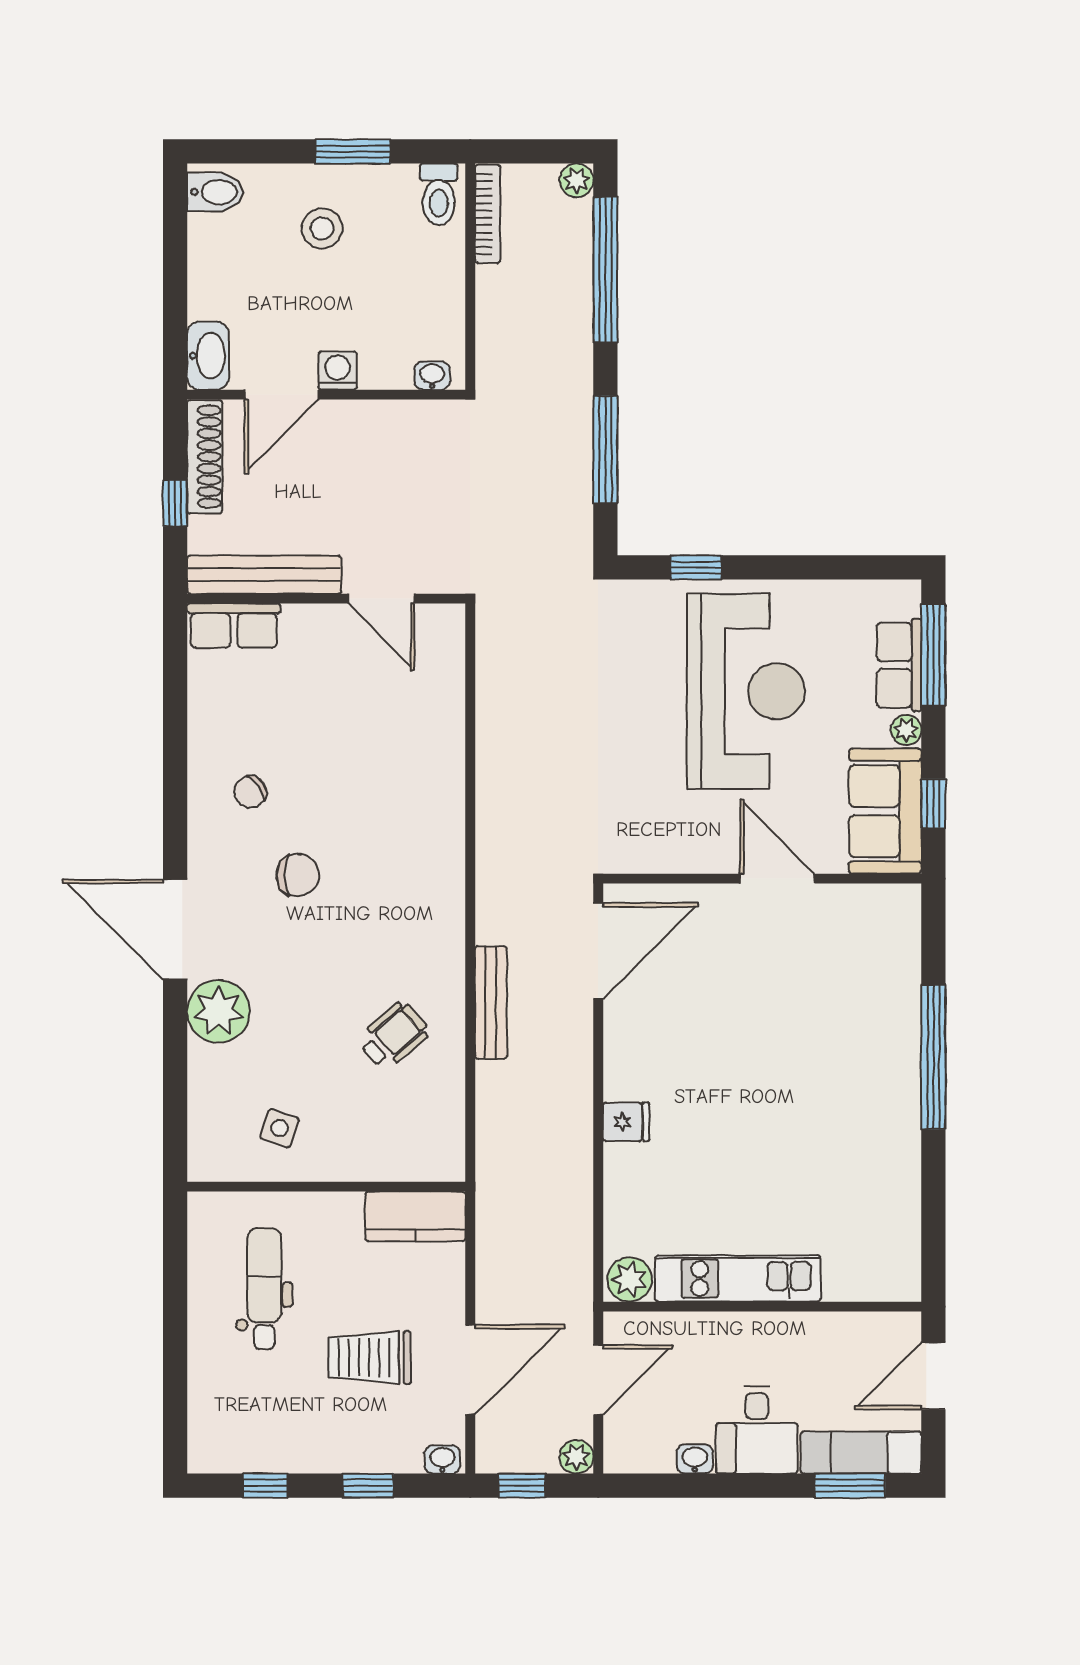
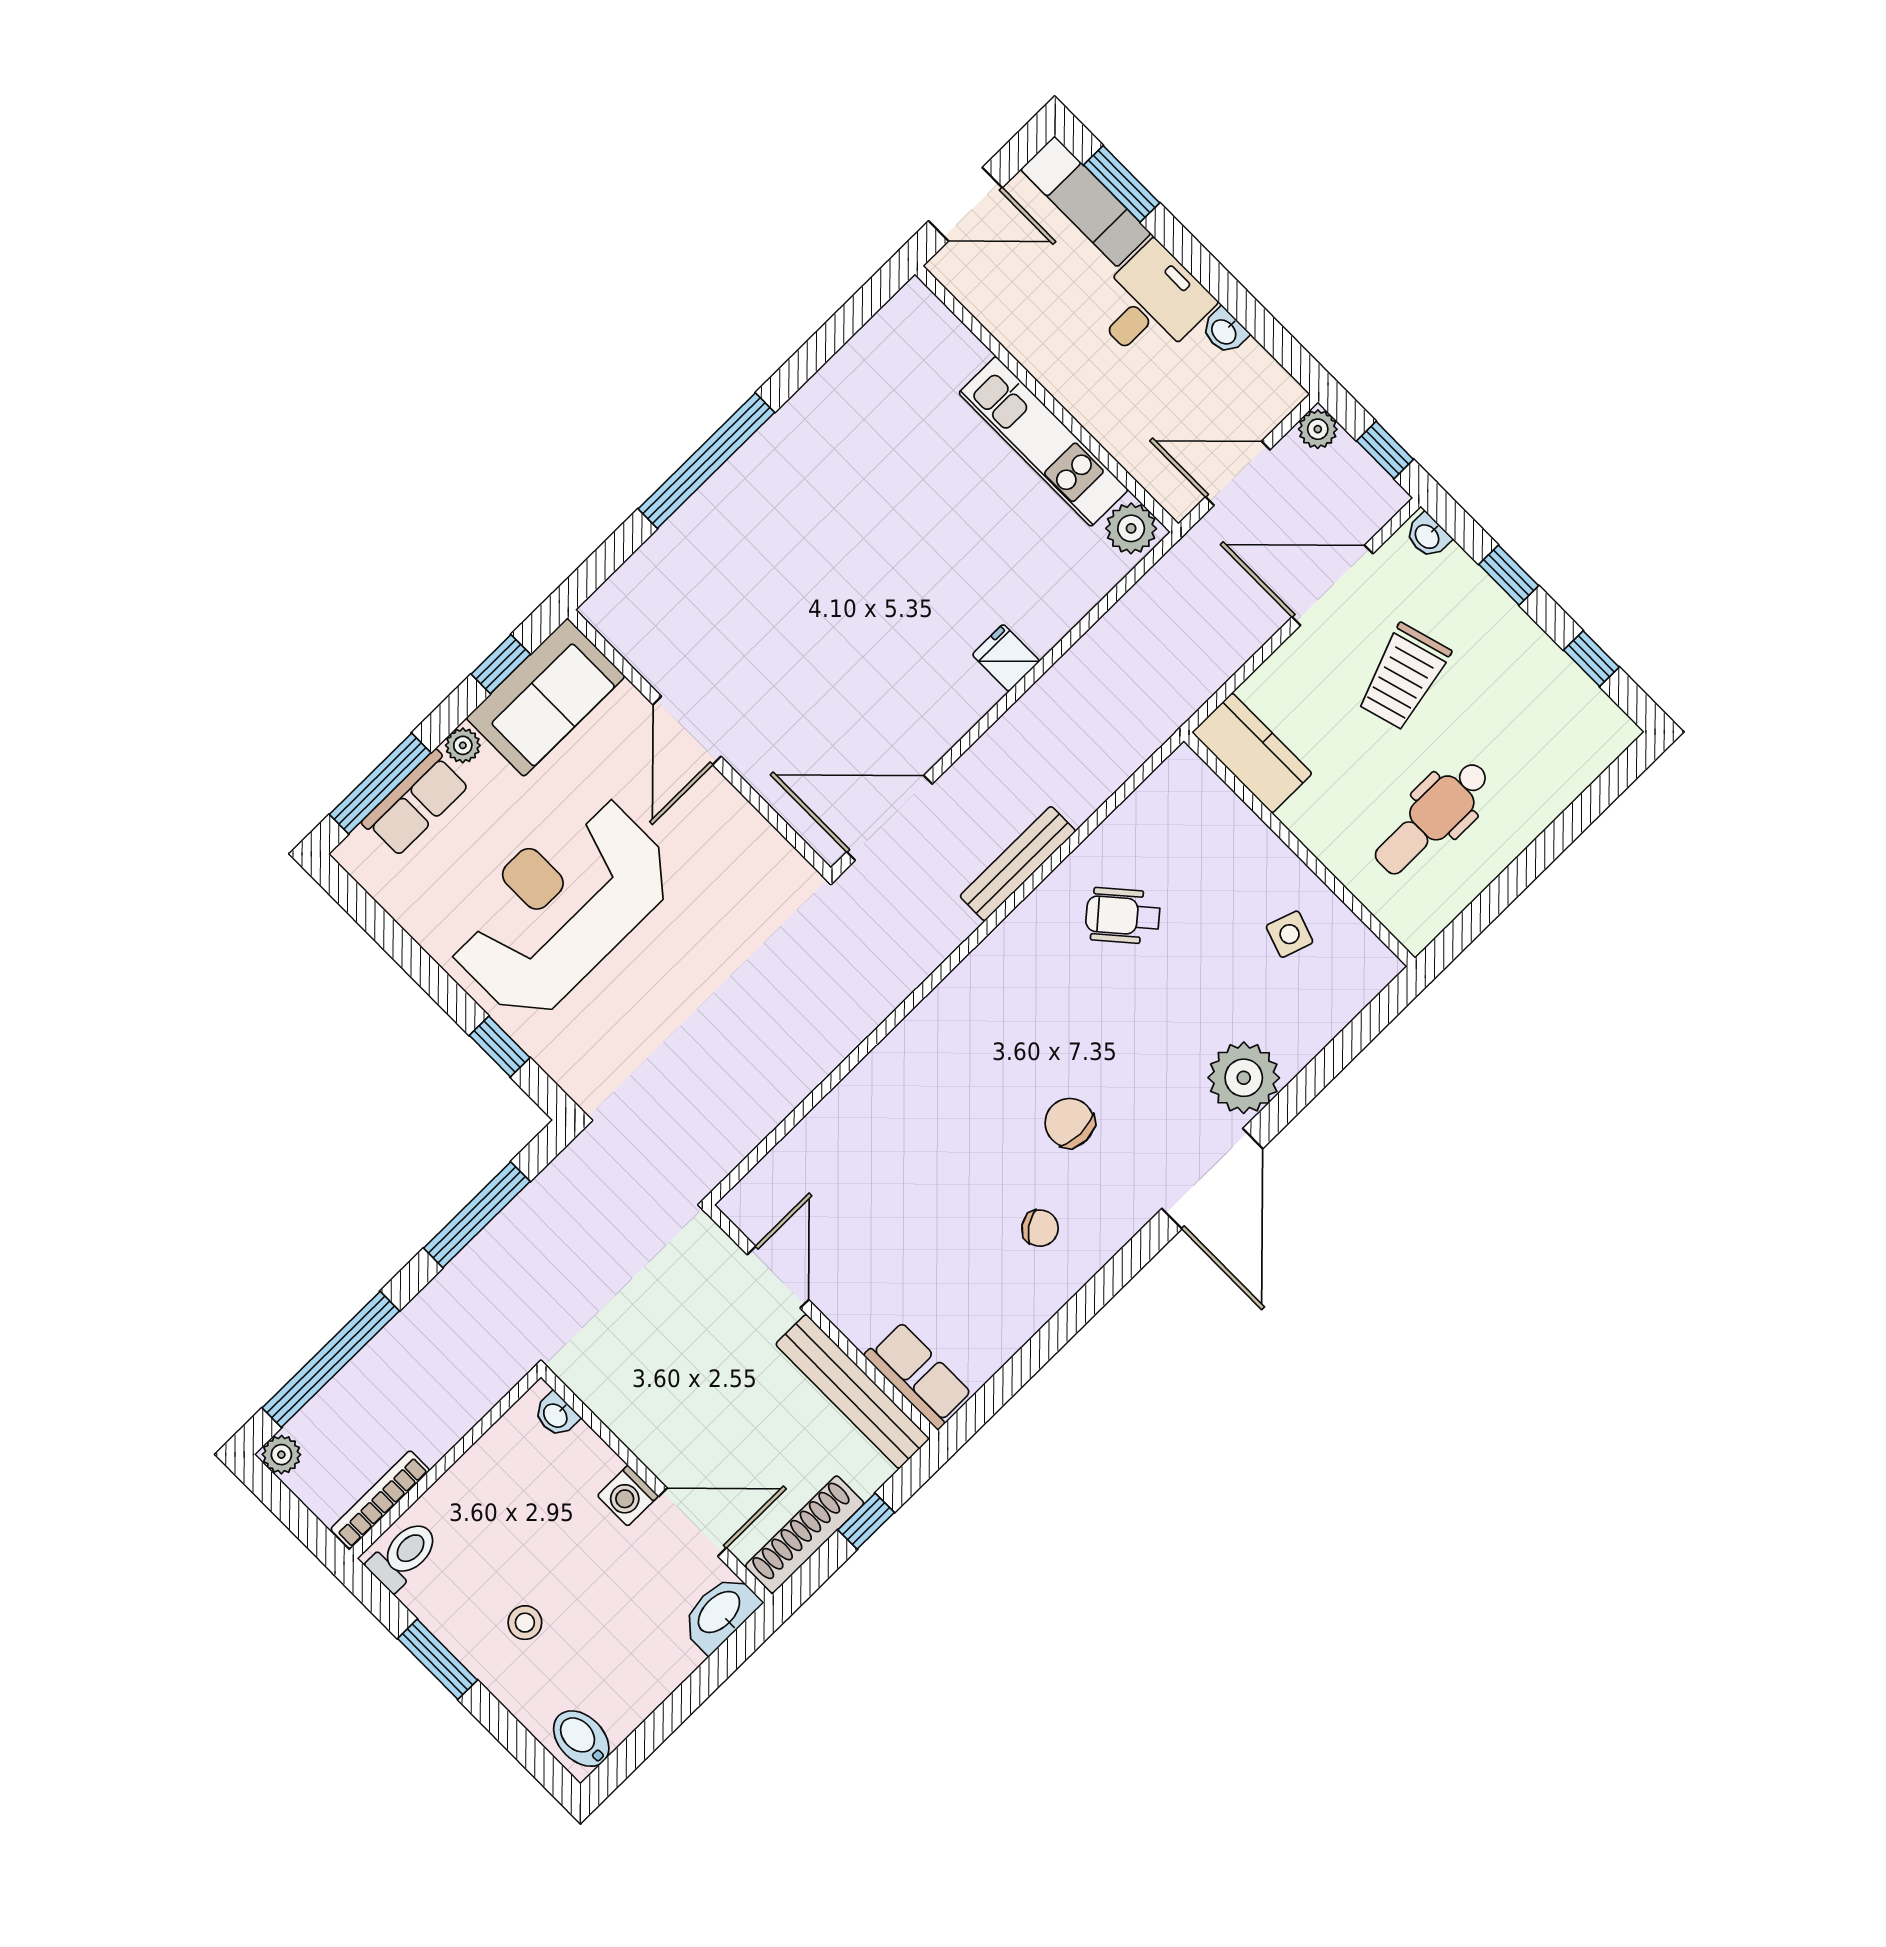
stool: (322, 228) -> (525, 1623), width x0.73, depth x0.73
trolley: (370, 1358) -> (1404, 677), turned 74

